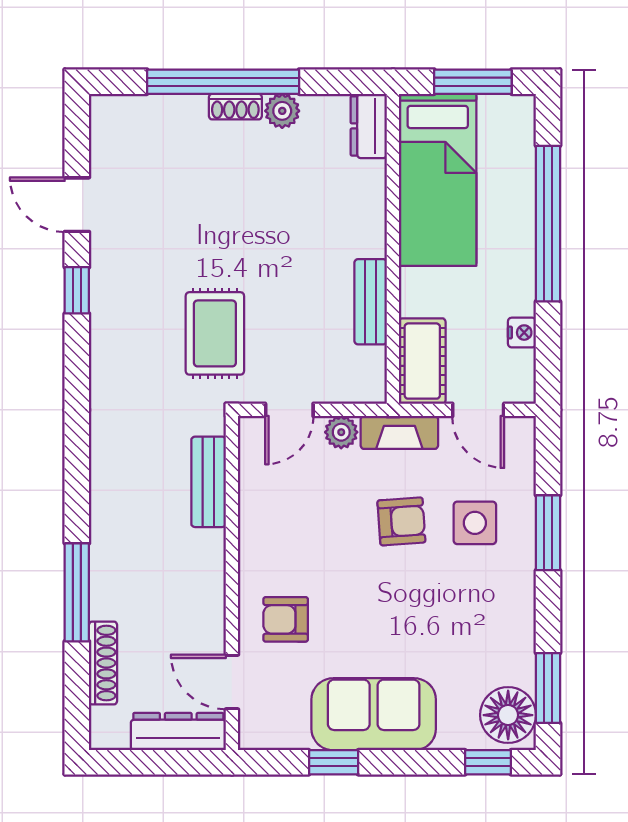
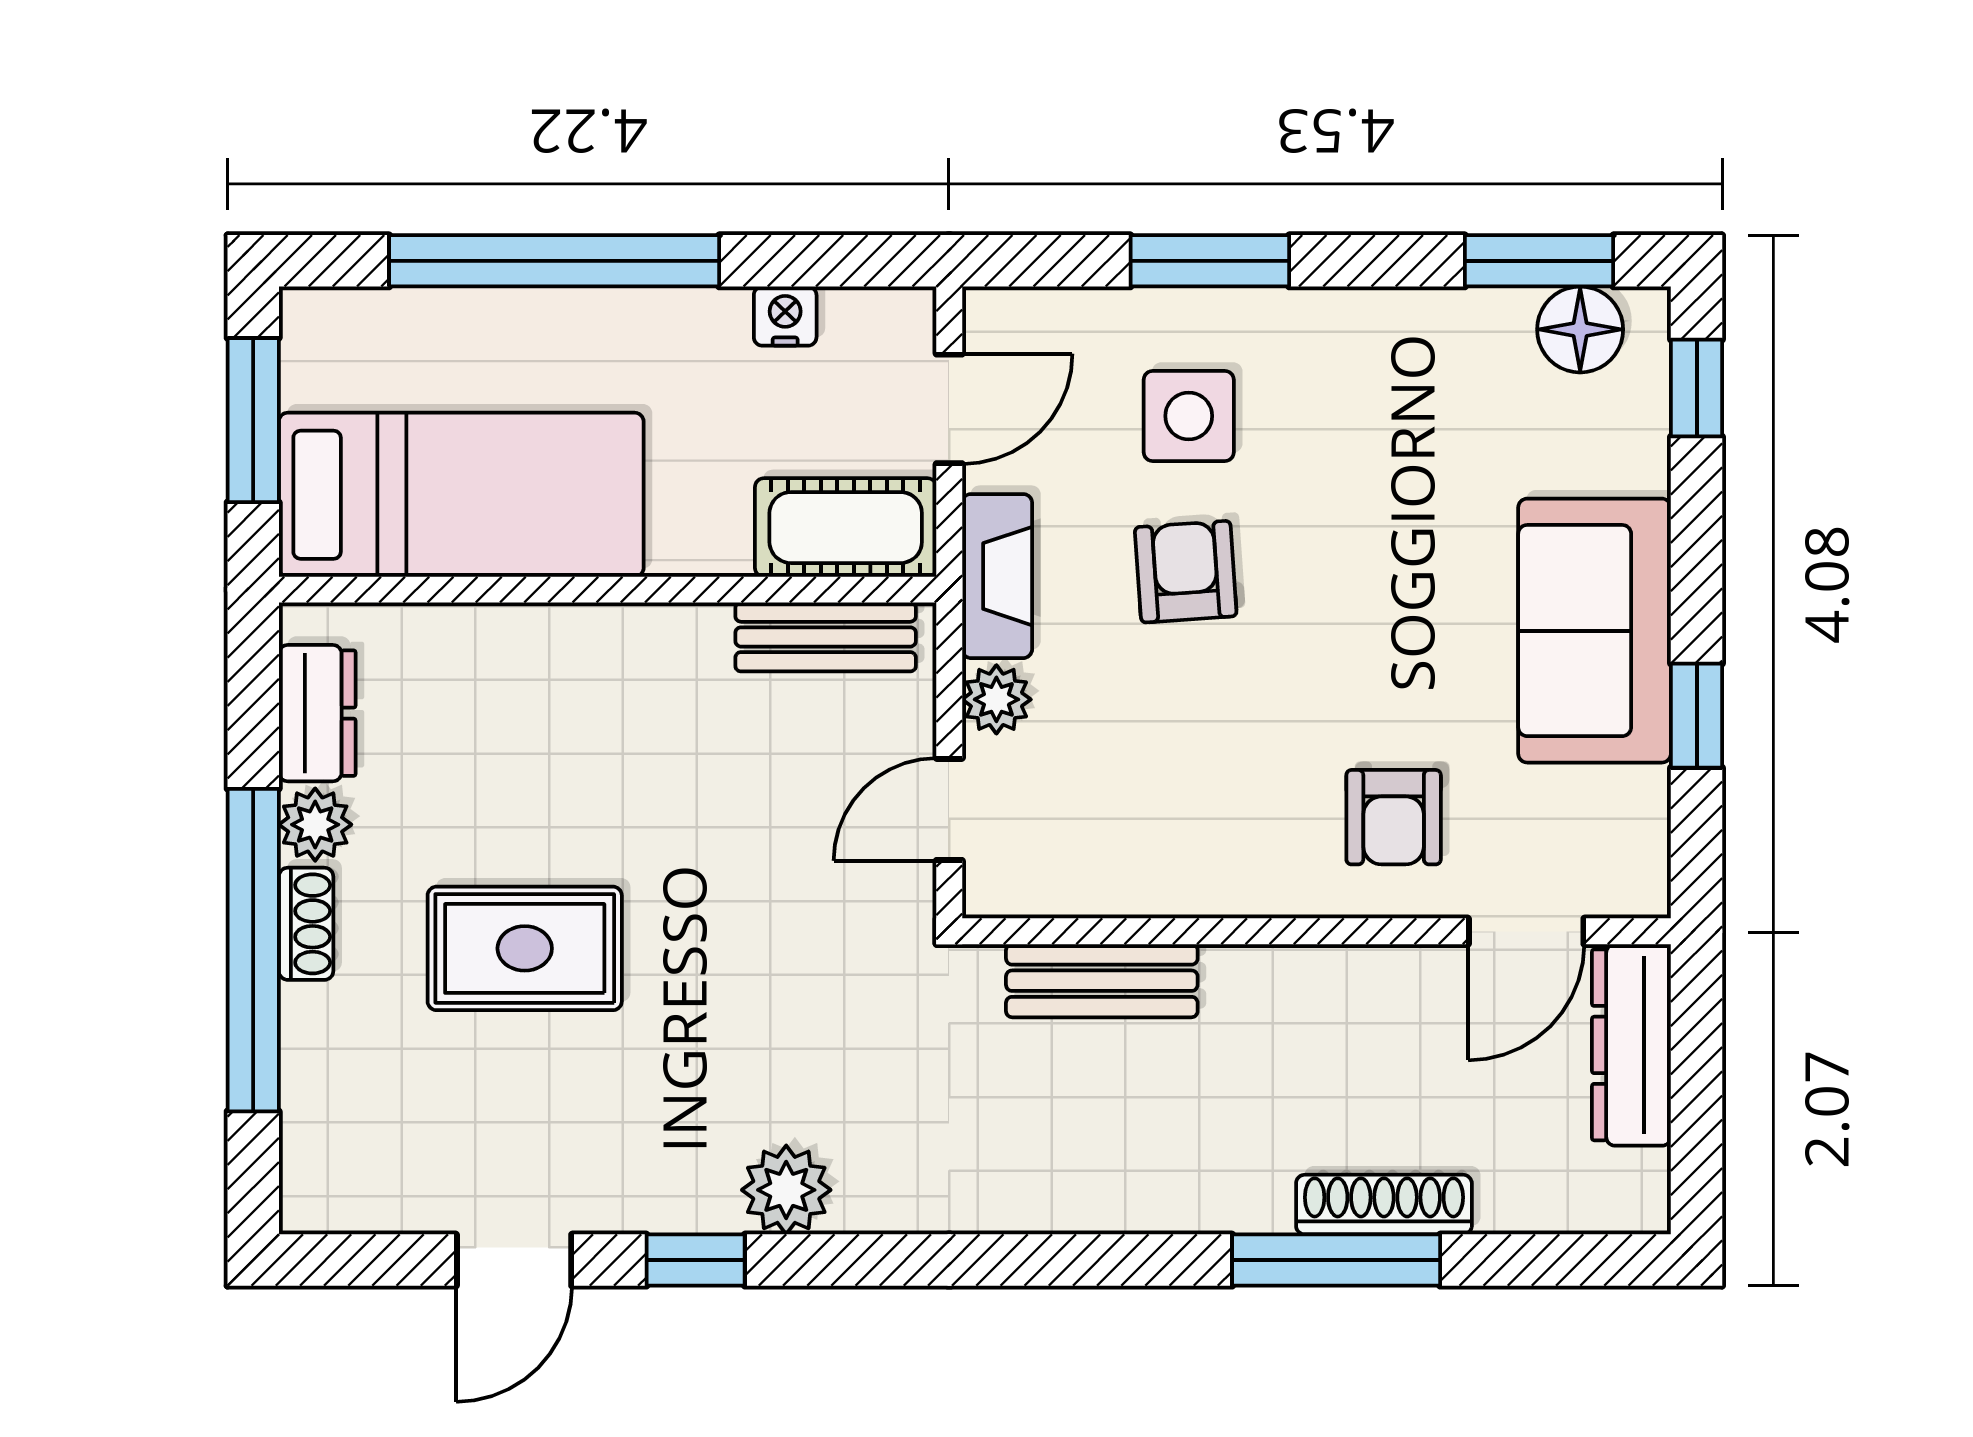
dresser: (369, 126) -> (317, 713), moved, turned -90
bench: (371, 302) -> (826, 637), moved
plant: (110, 333) -> (786, 1190), added
rug: (215, 333) -> (525, 948), moved
door: (289, 410) -> (949, 809), swing flipped
shoe rack: (103, 663) -> (1384, 1205), moved
floor lamp: (508, 715) -> (1580, 329), width x0.73, depth x0.73

